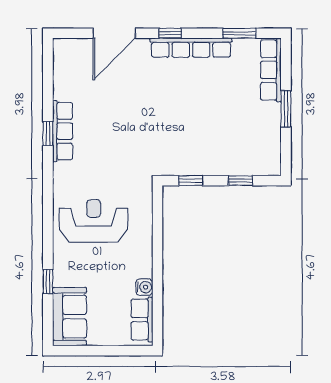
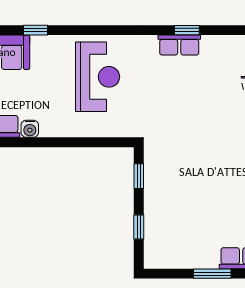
row of seats: (62, 131) -> (179, 45), width x0.68

